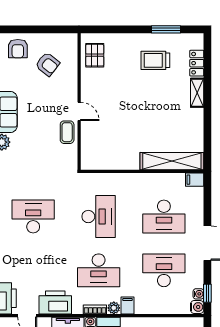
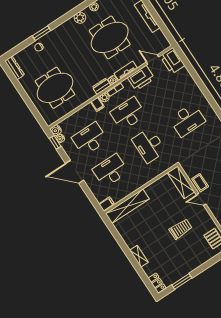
trolley: (155, 60) -> (181, 229), moved
locker: (197, 63) -> (157, 283), moved
shelving: (89, 148) -> (181, 182), added
desk: (164, 270) -> (90, 139), turned 180

